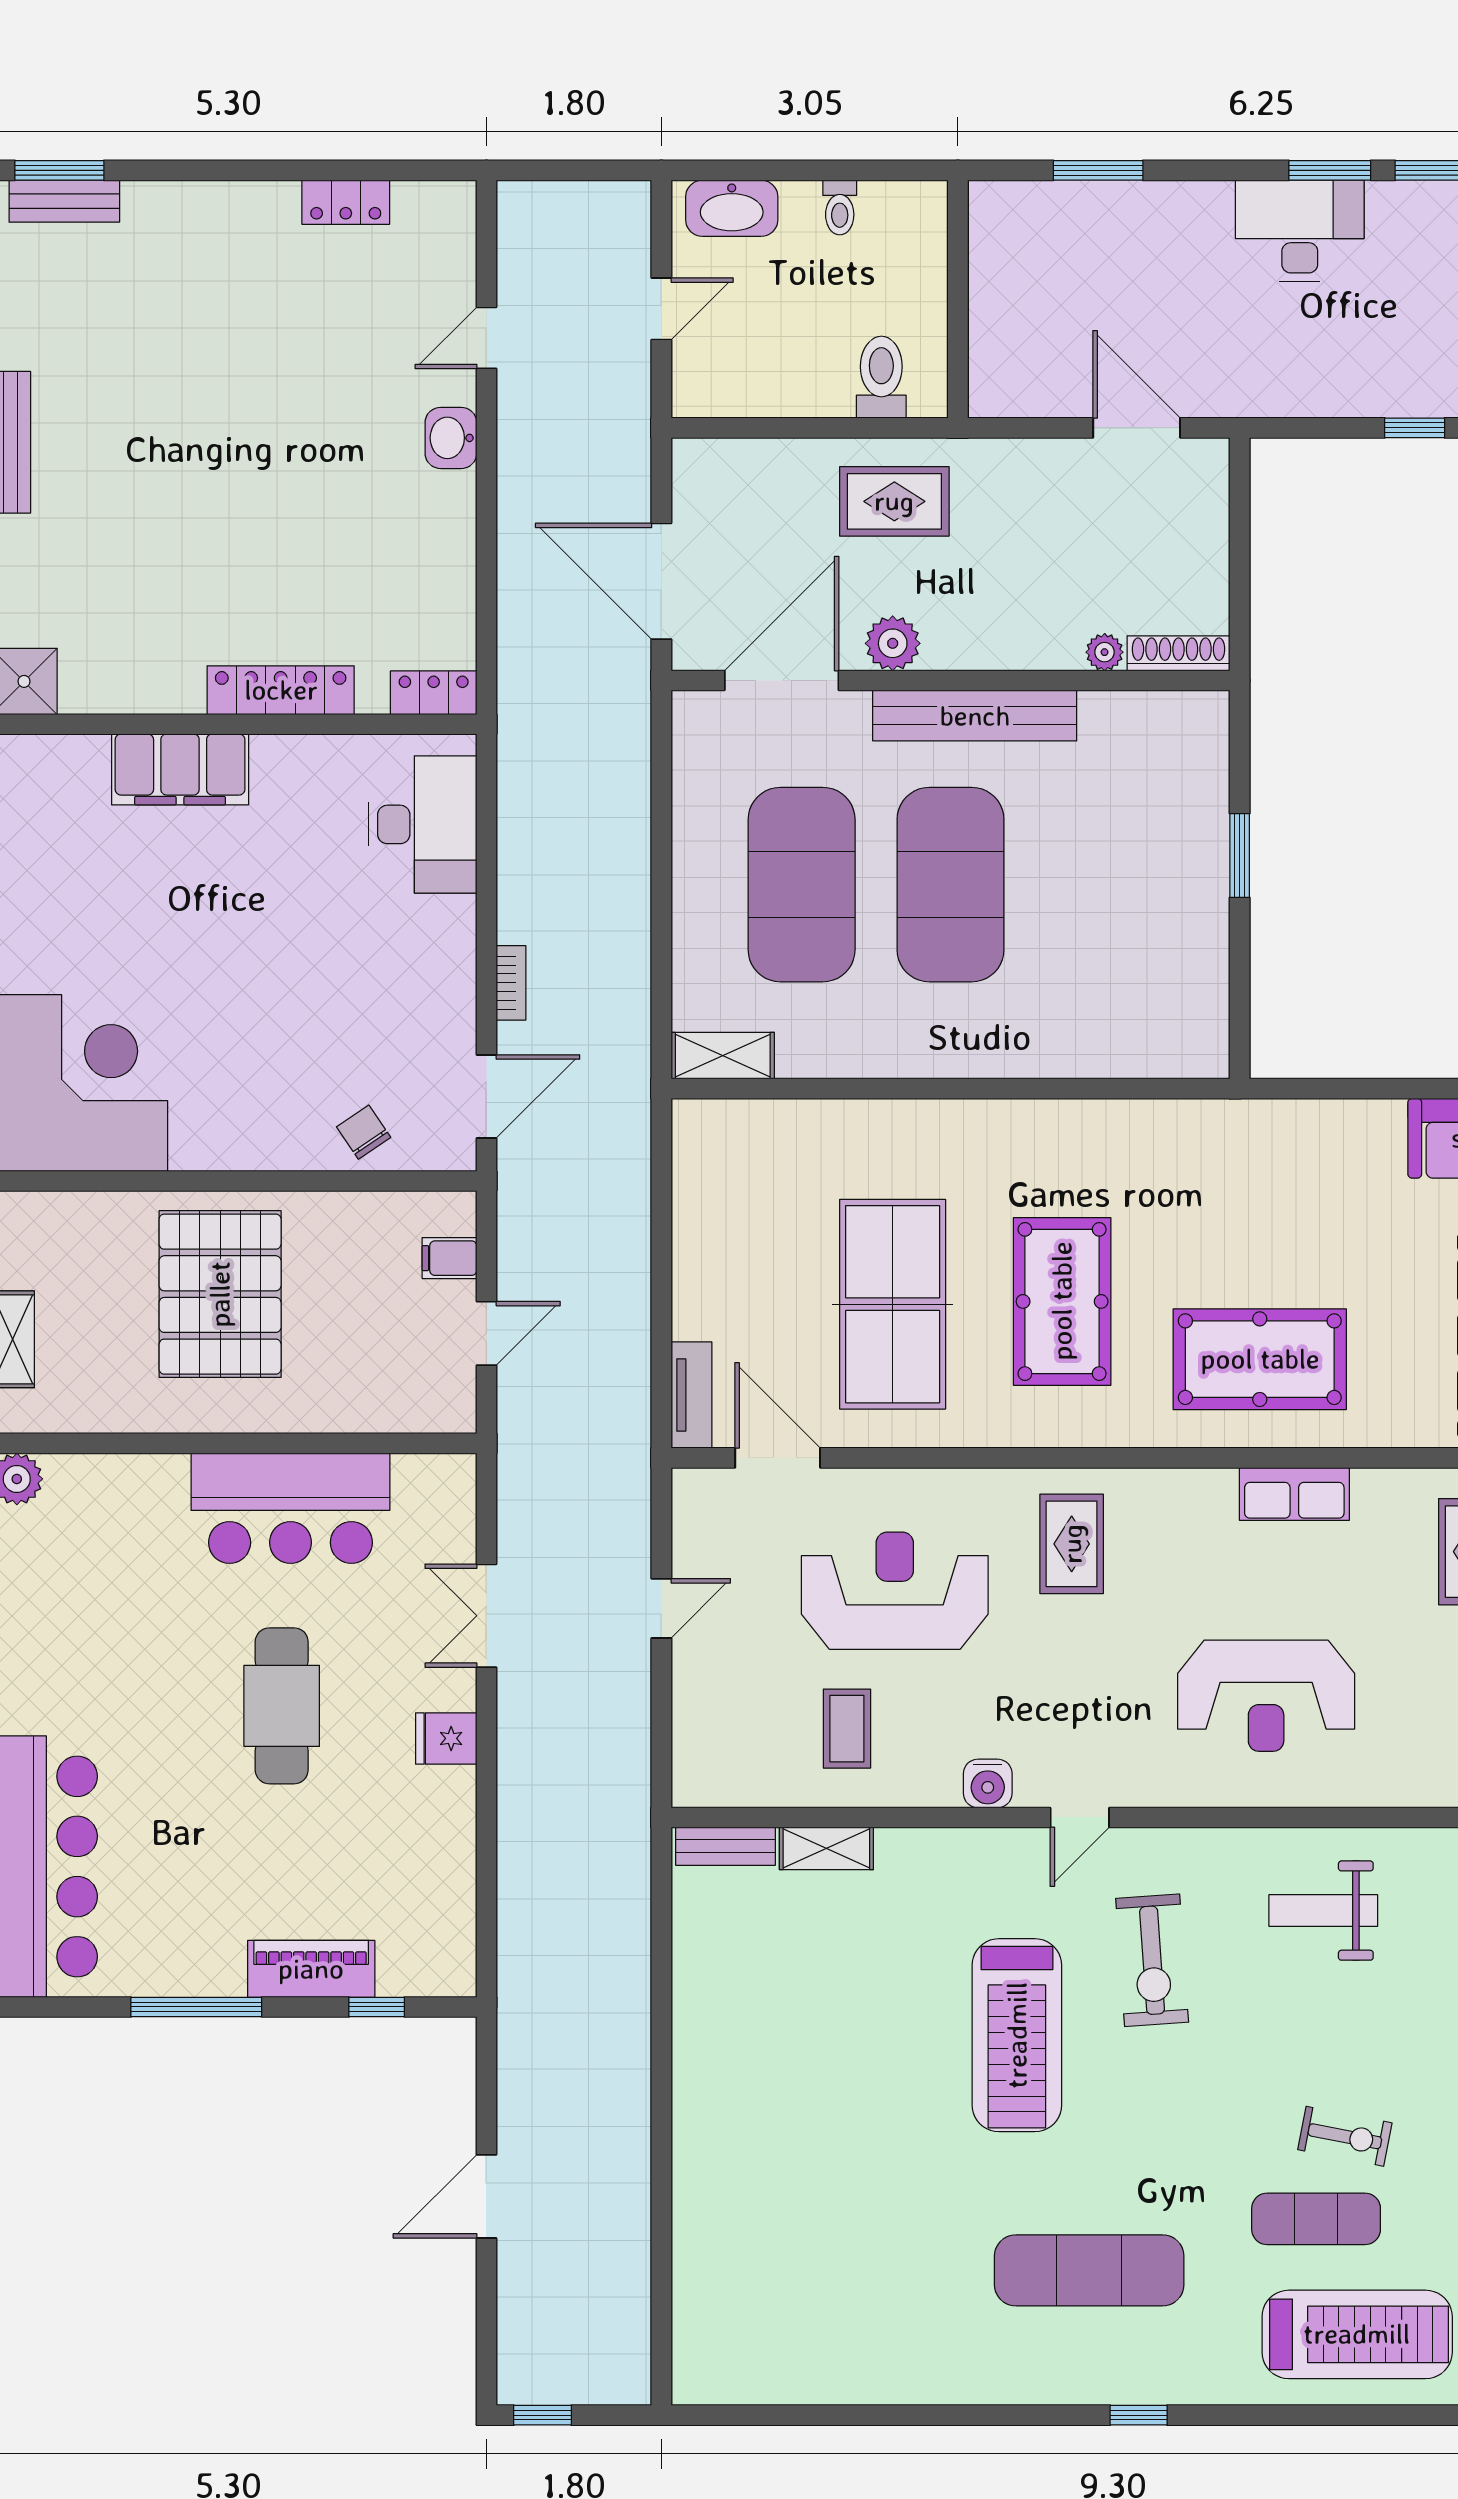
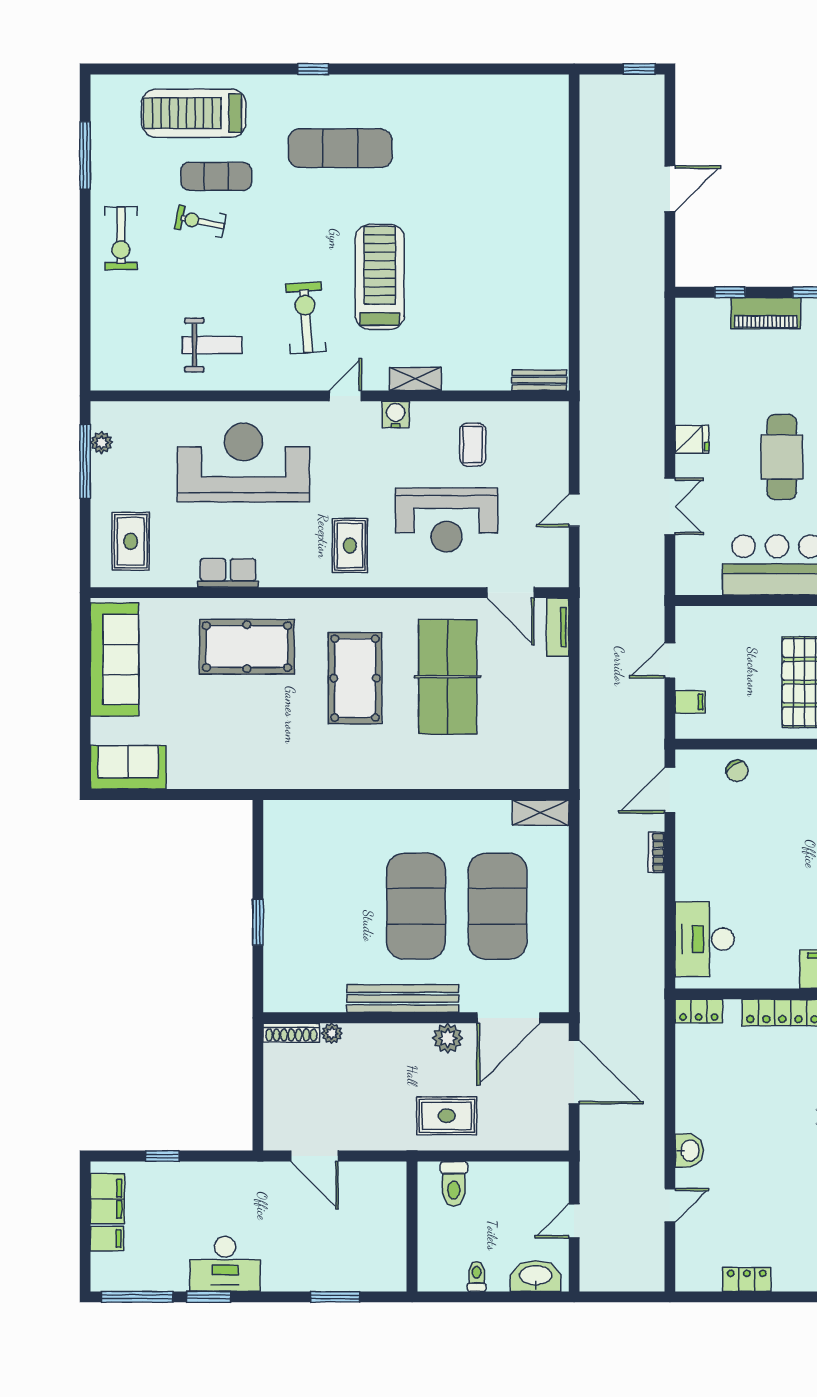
reception desk: (1266, 1696) -> (243, 463), width x1.36, depth x1.30
shelving: (826, 1848) -> (415, 379), moved

